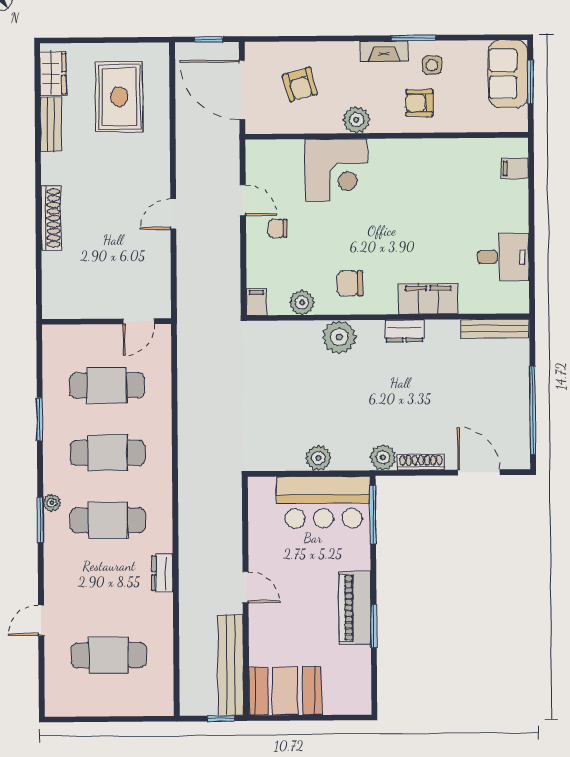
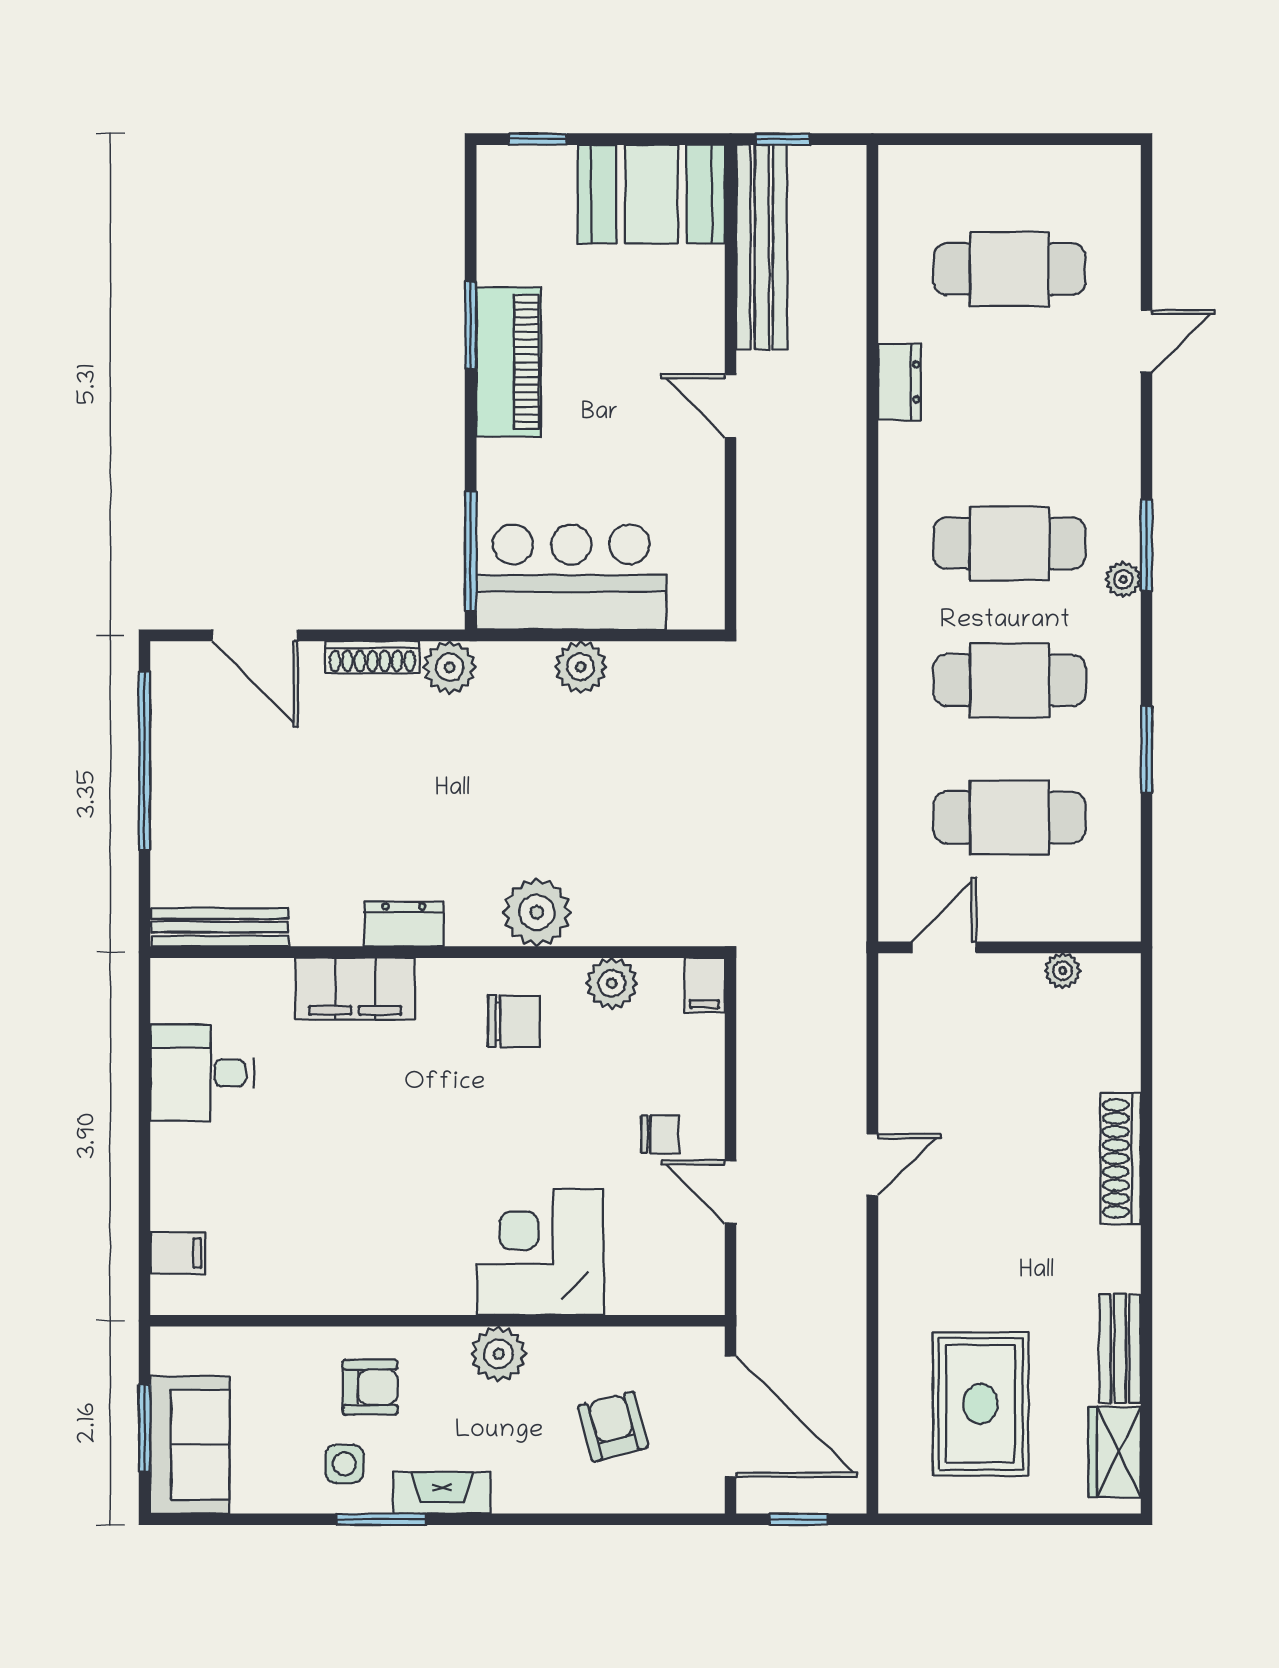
plant: (80, 310) -> (1063, 971), added
dresser: (162, 573) -> (899, 382), moved
window: (341, 718) -> (538, 139), added

